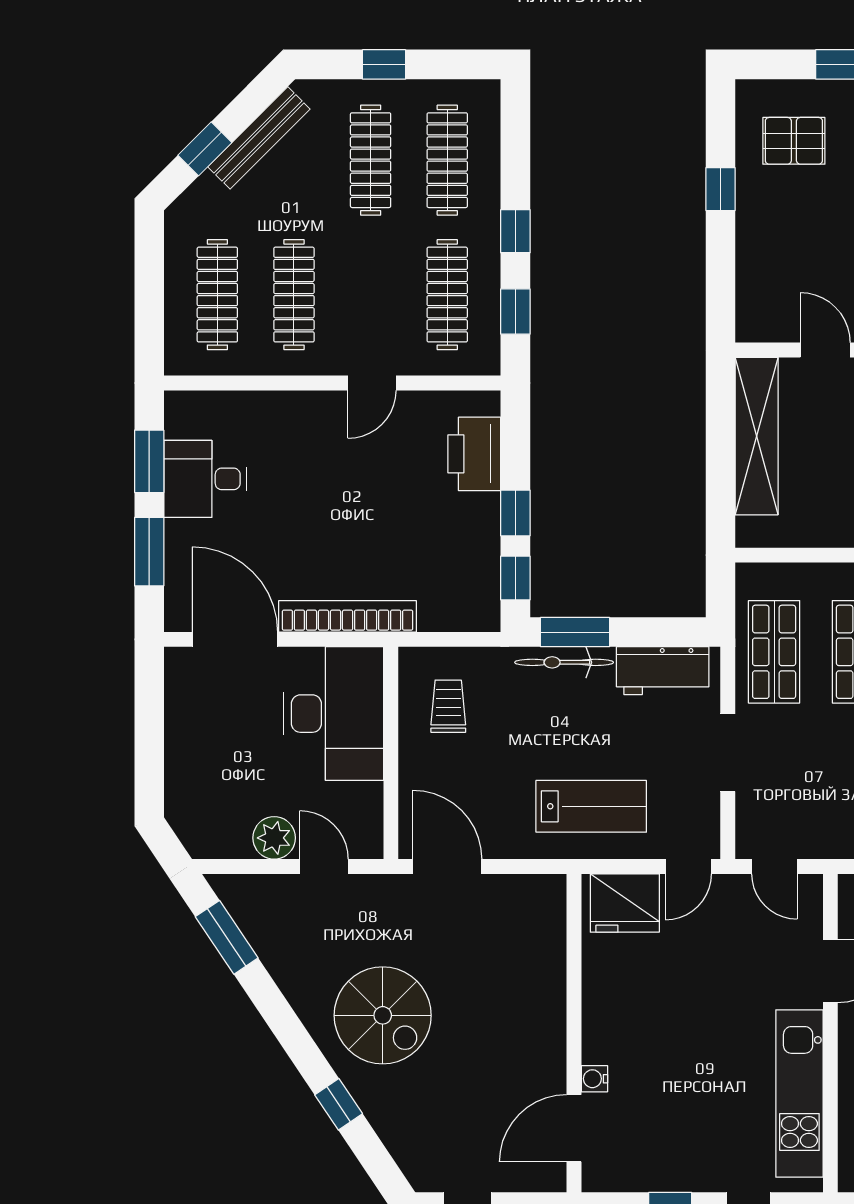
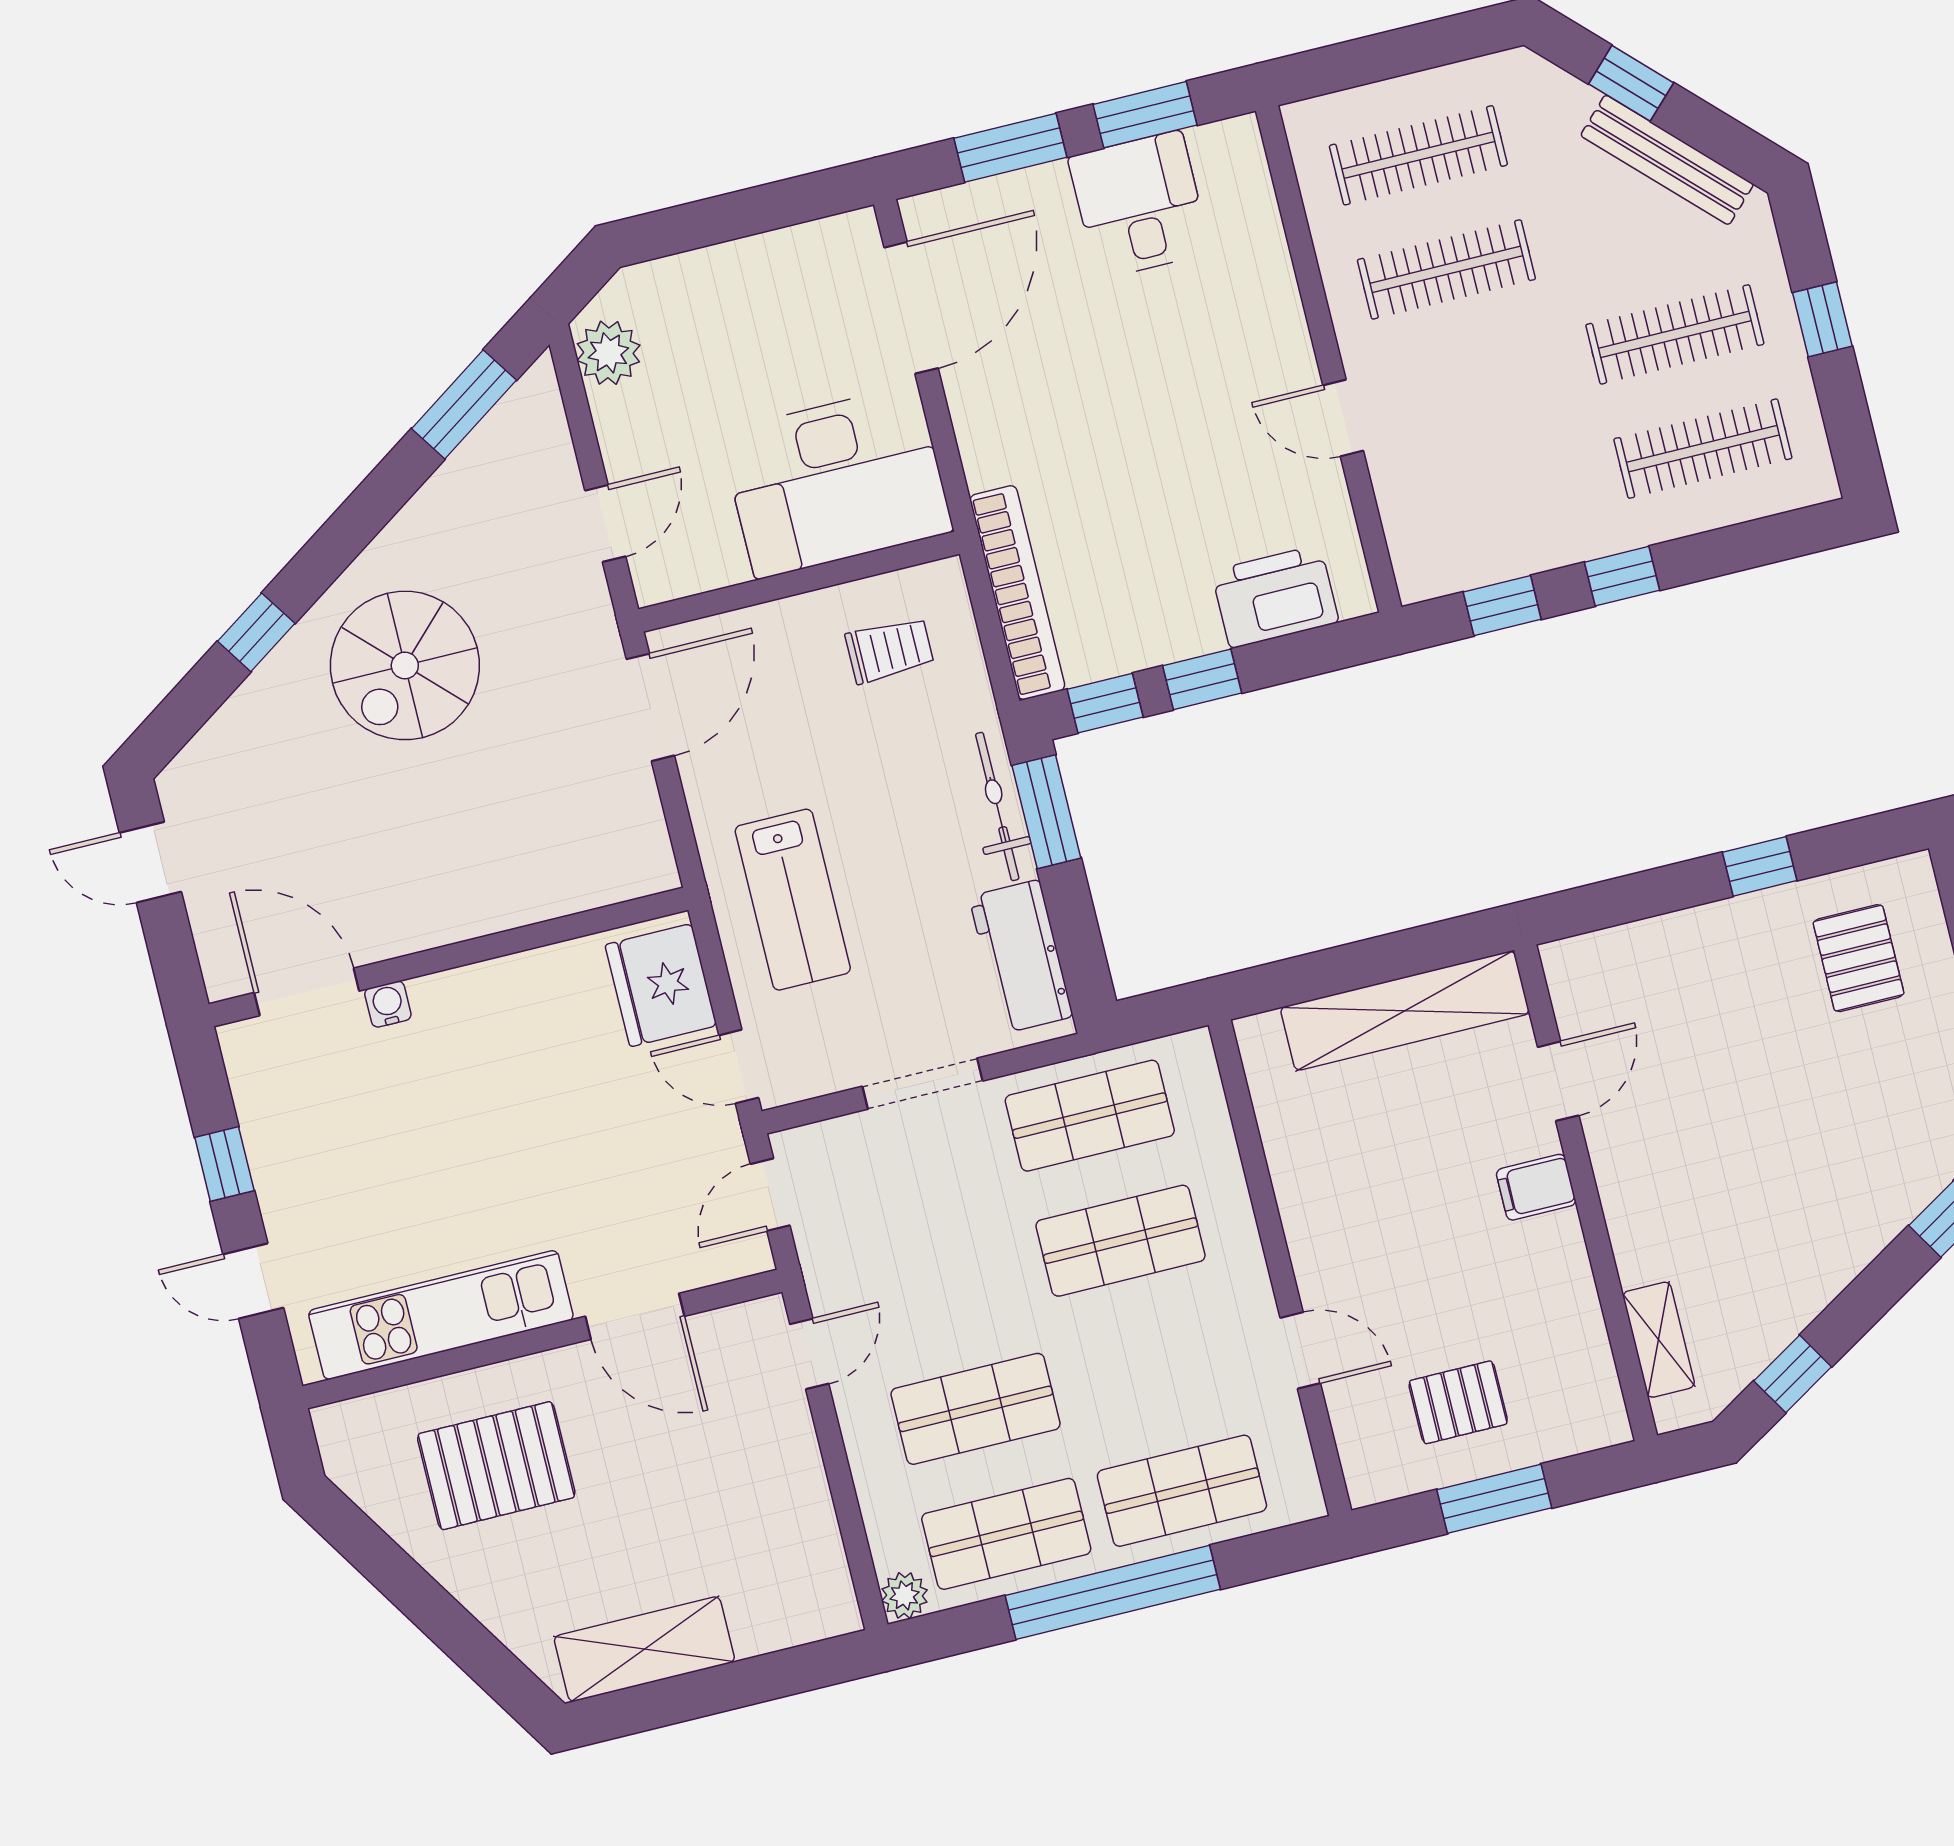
clothes rail: (447, 295) -> (1503, 498), removed
bookcase: (348, 616) -> (1017, 593), moved
plant: (274, 838) -> (608, 353), moved

